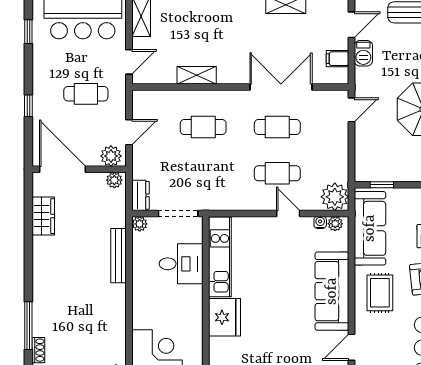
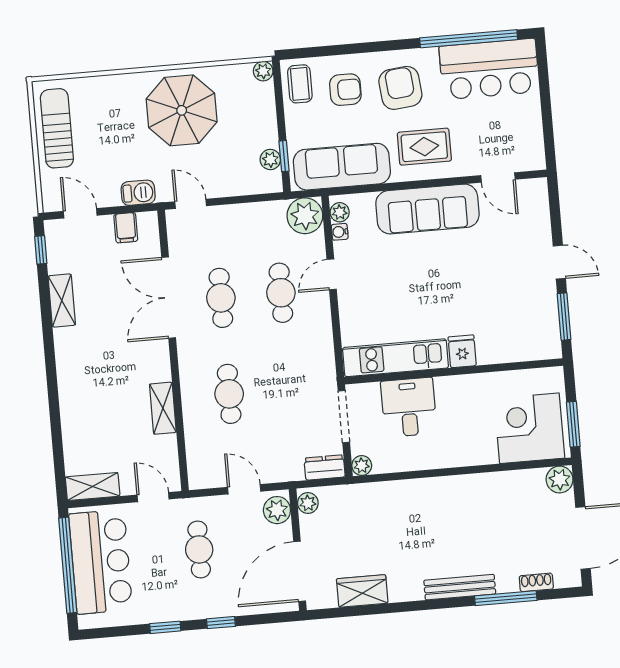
window: (28, 32) -> (165, 627), moved
barbecue: (363, 53) -> (138, 193), moved
plant: (380, 174) -> (270, 160), added
bench: (119, 256) -> (460, 587), moved
fridge: (225, 317) -> (462, 351), width x0.53, depth x0.75

